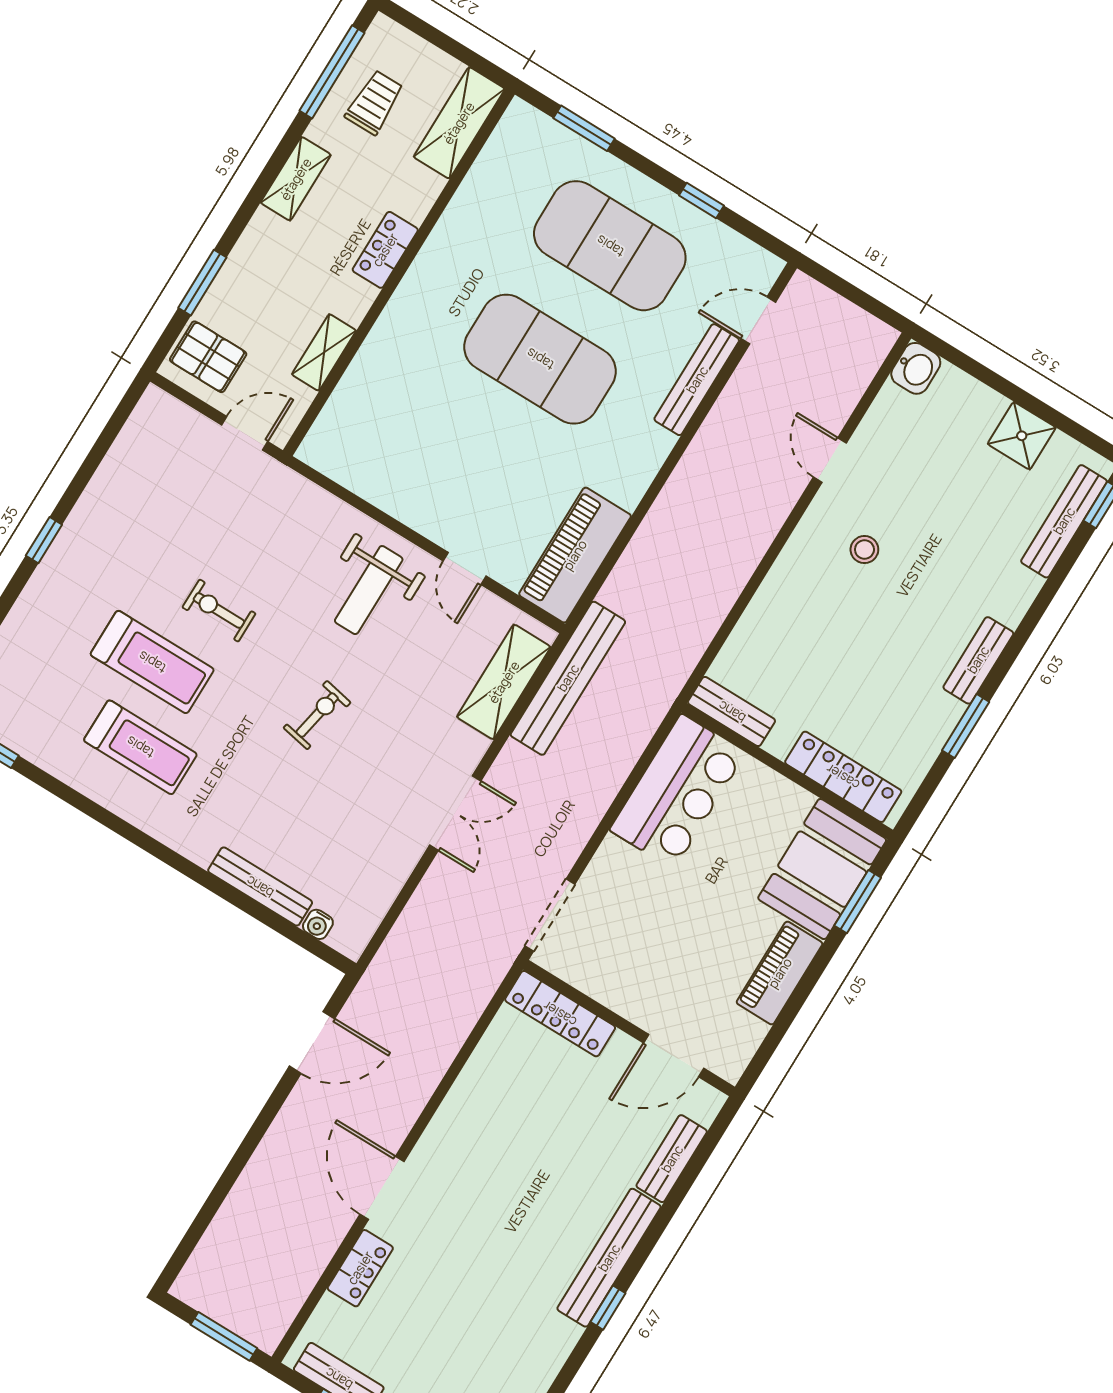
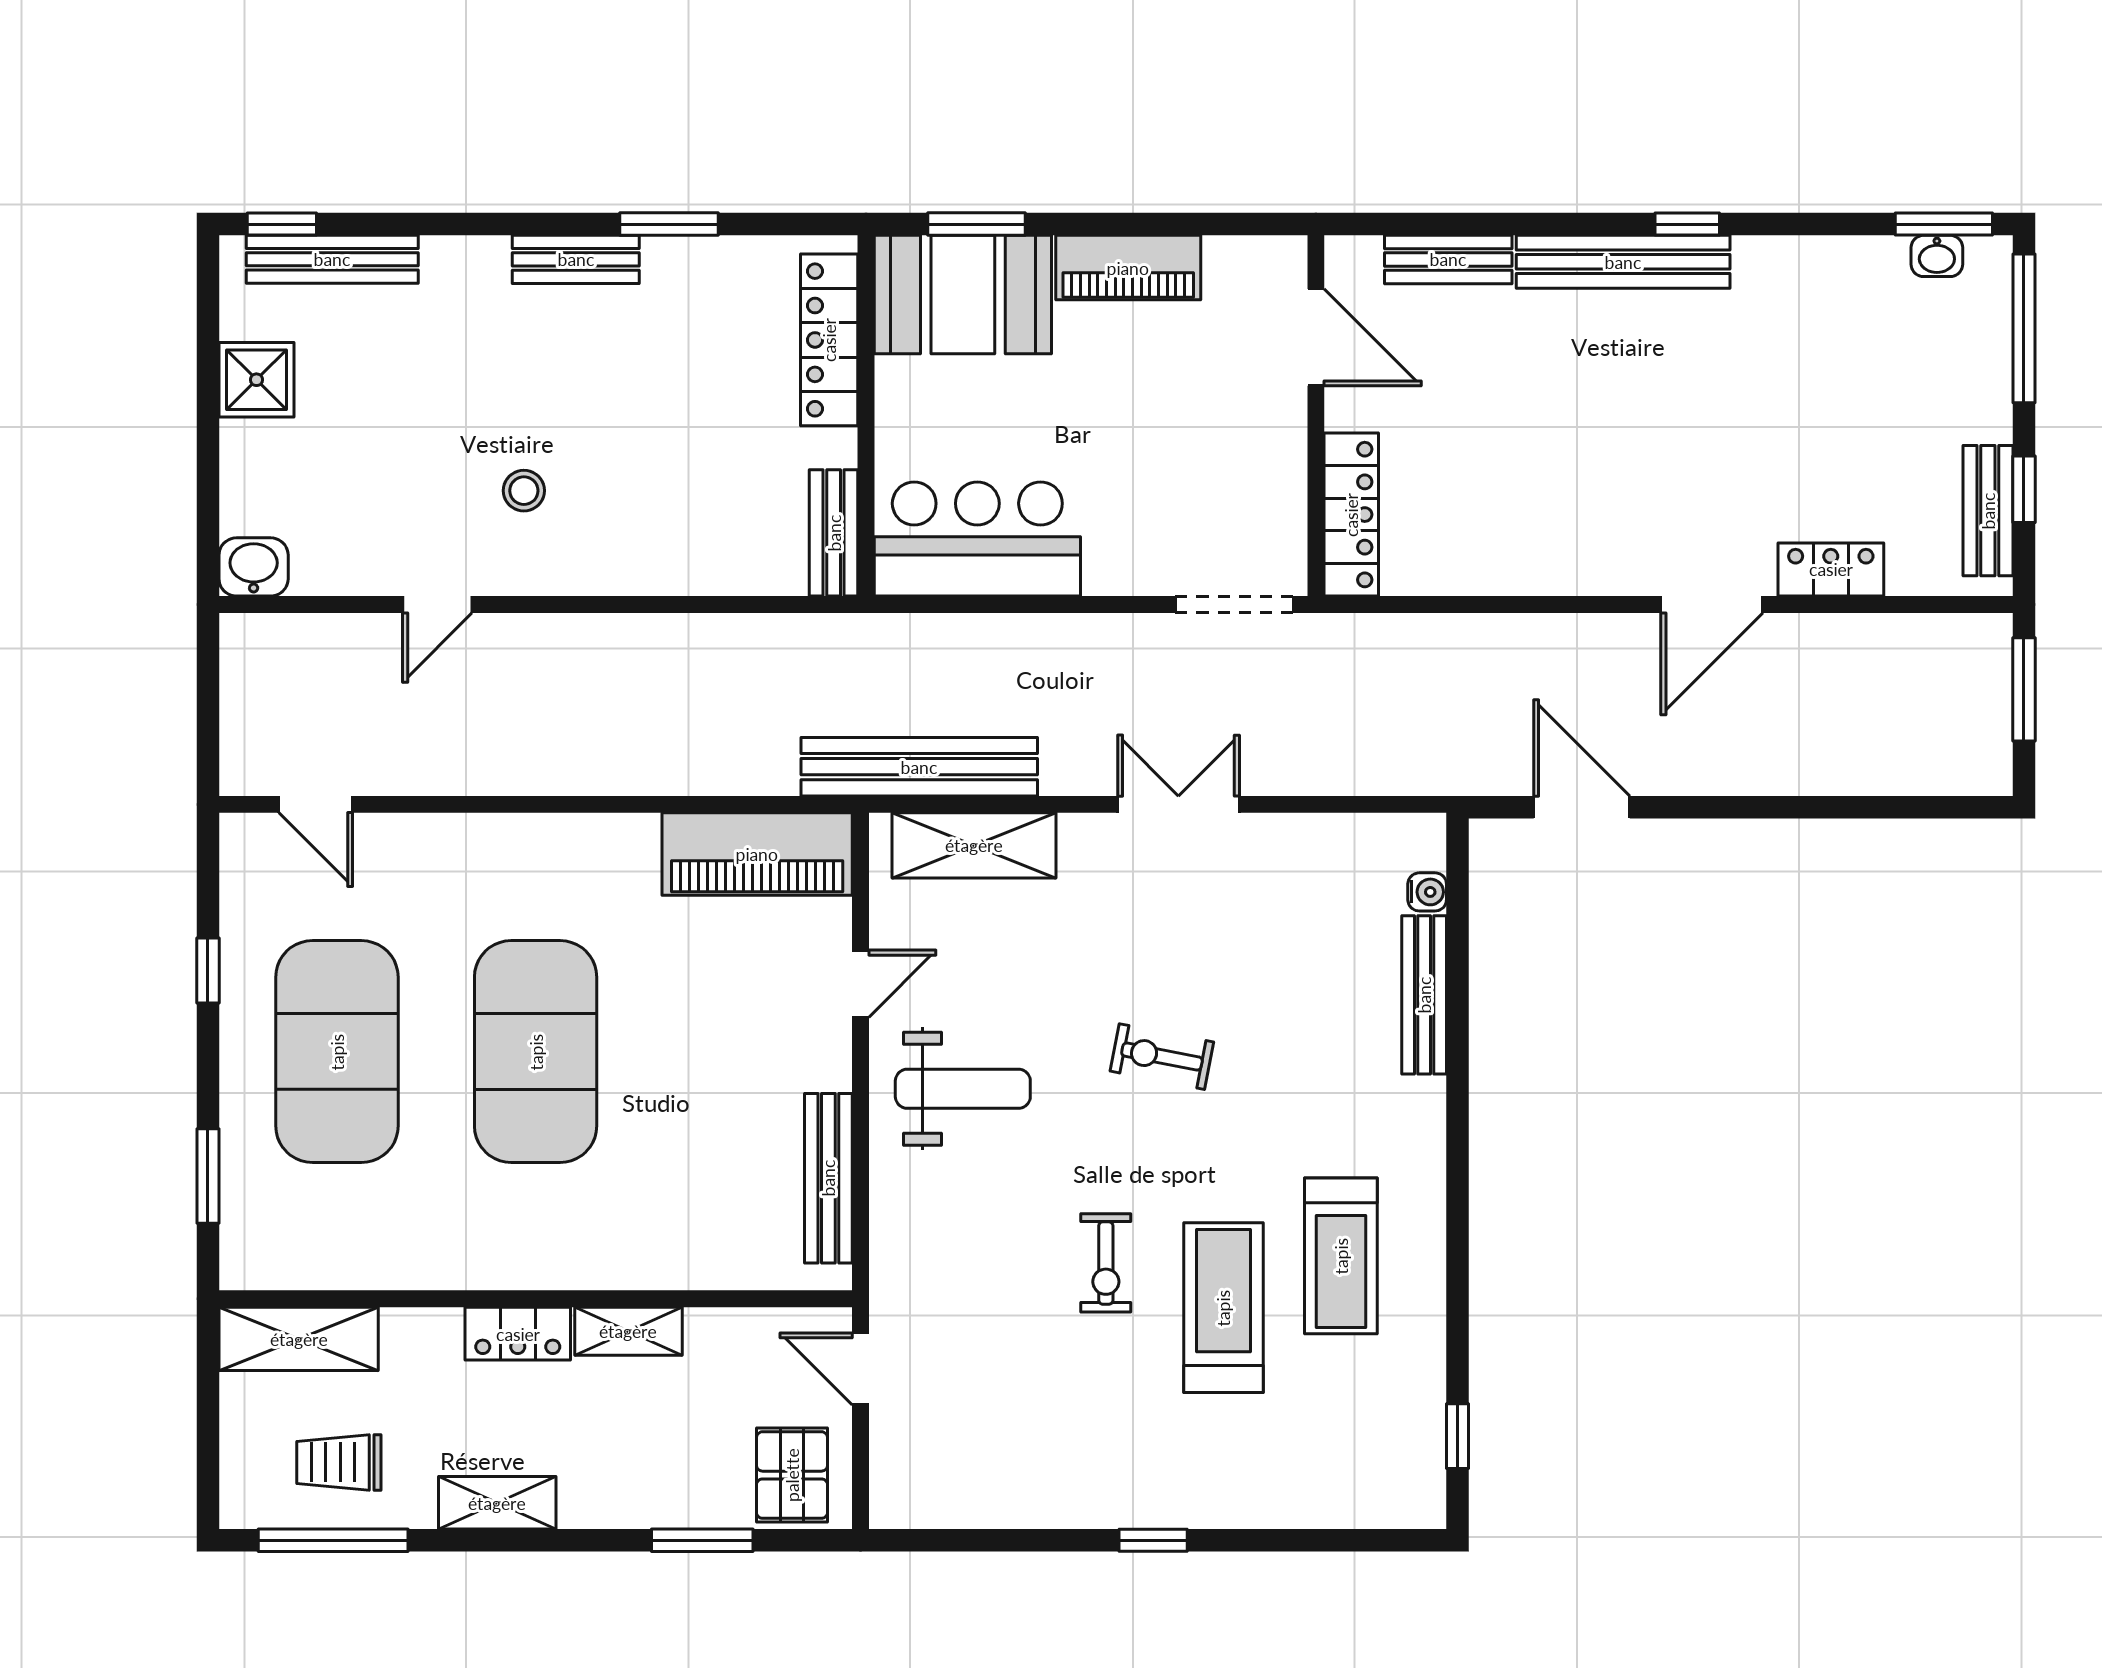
shelving: (324, 352) -> (628, 1331), moved
bench: (697, 380) -> (828, 1178), moved, turned 90
treadmill: (140, 747) -> (1341, 1256), turned 180

